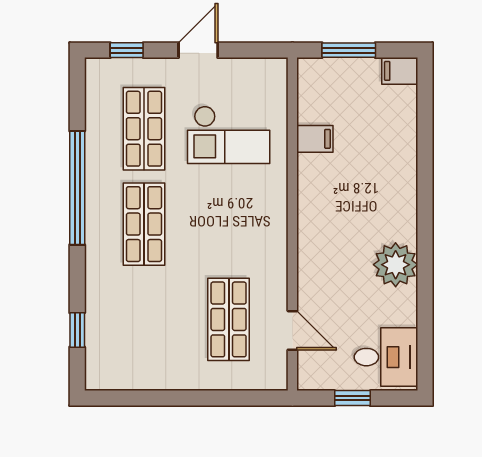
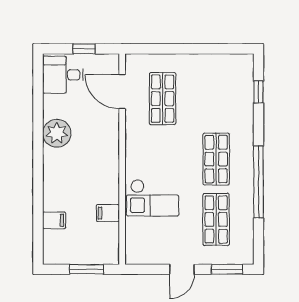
window: (127, 50) -> (227, 269), width x1.50
filing cabinet: (400, 71) -> (54, 220), moved
checkout: (229, 135) -> (153, 198), moved, turned 180
door: (292, 330) -> (122, 92), width x1.38

